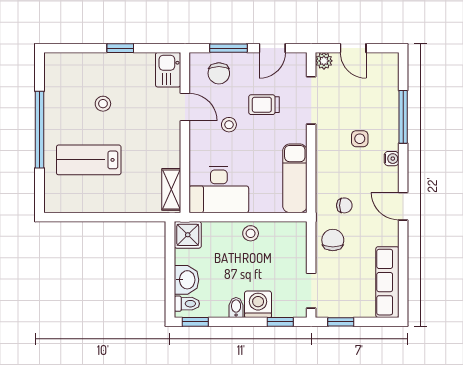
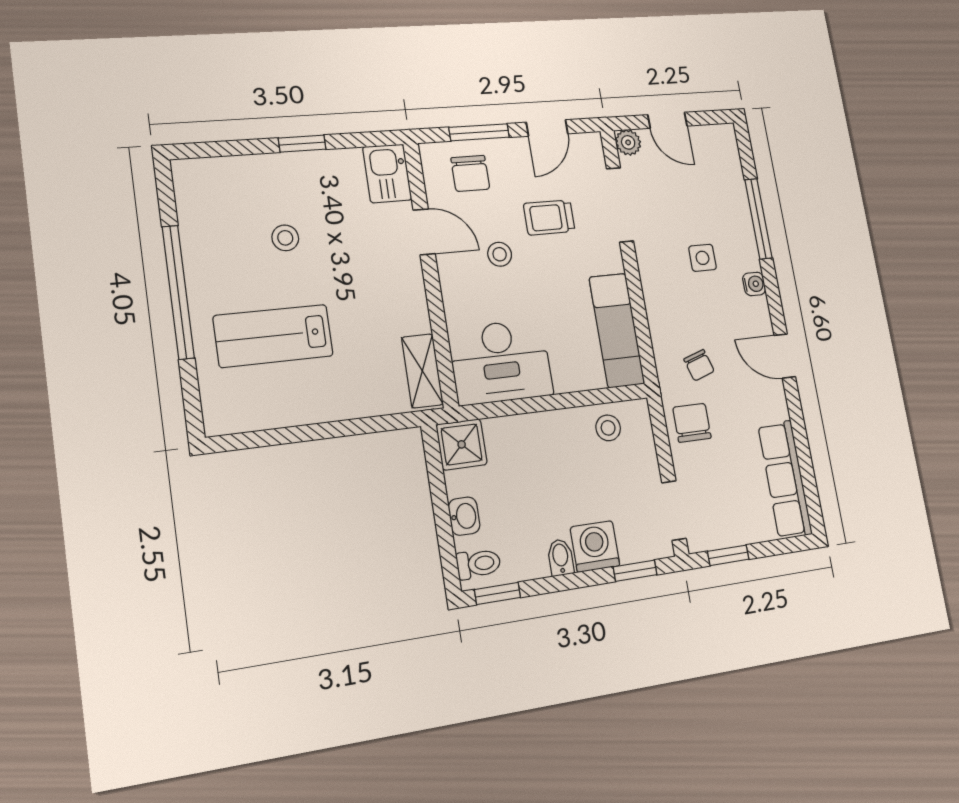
chair: (344, 205) -> (699, 365), turned 72
stool: (251, 233) -> (608, 428), moved
washbasin: (187, 280) -> (464, 516), width x0.72, depth x0.69

